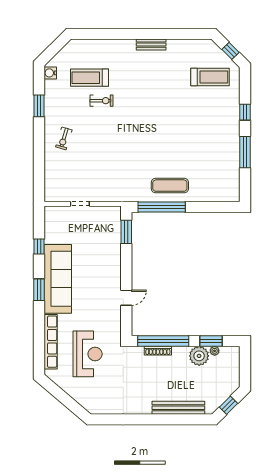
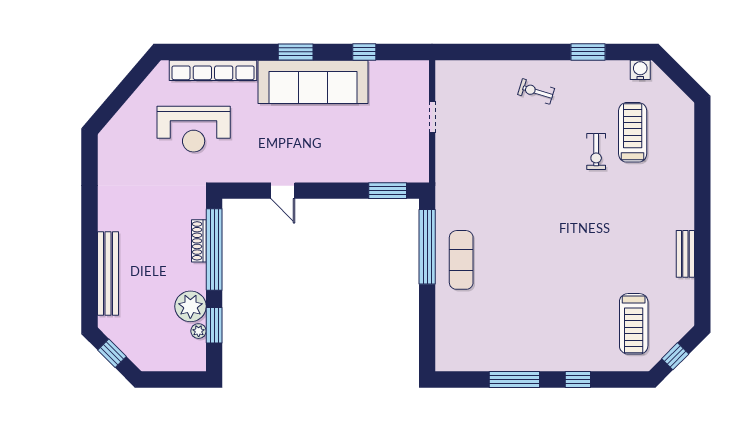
bench: (151, 45) -> (685, 254), moved

